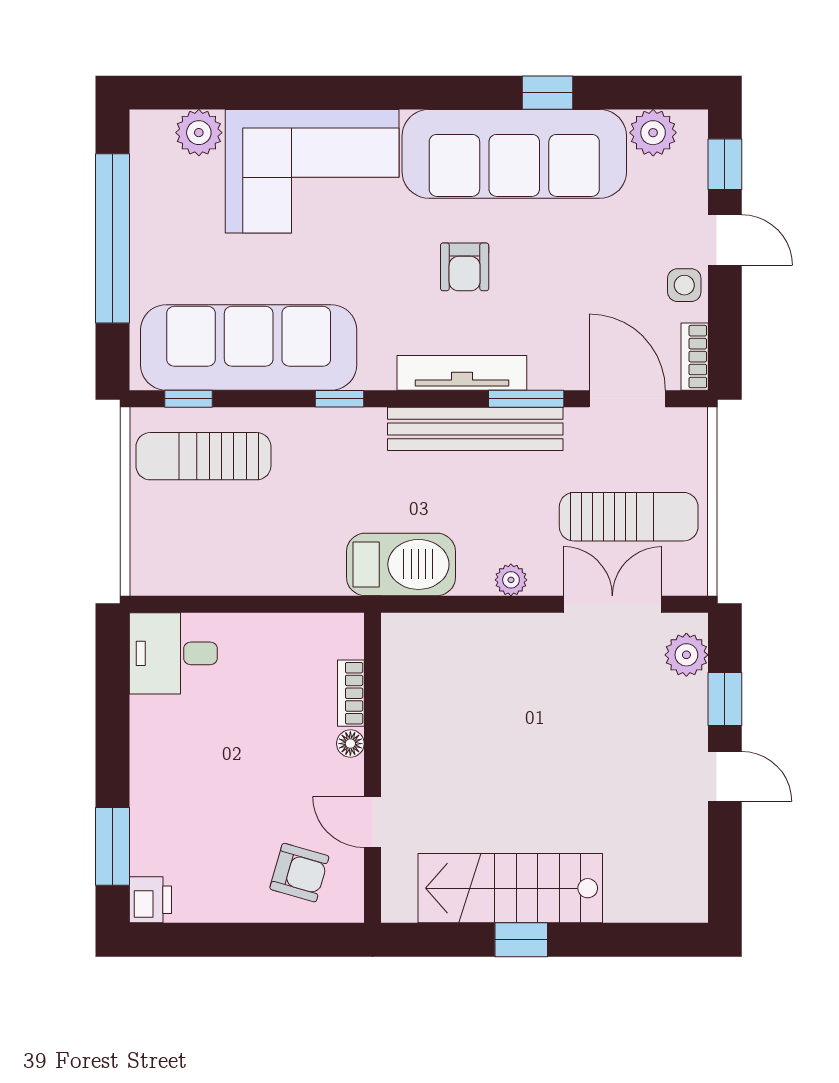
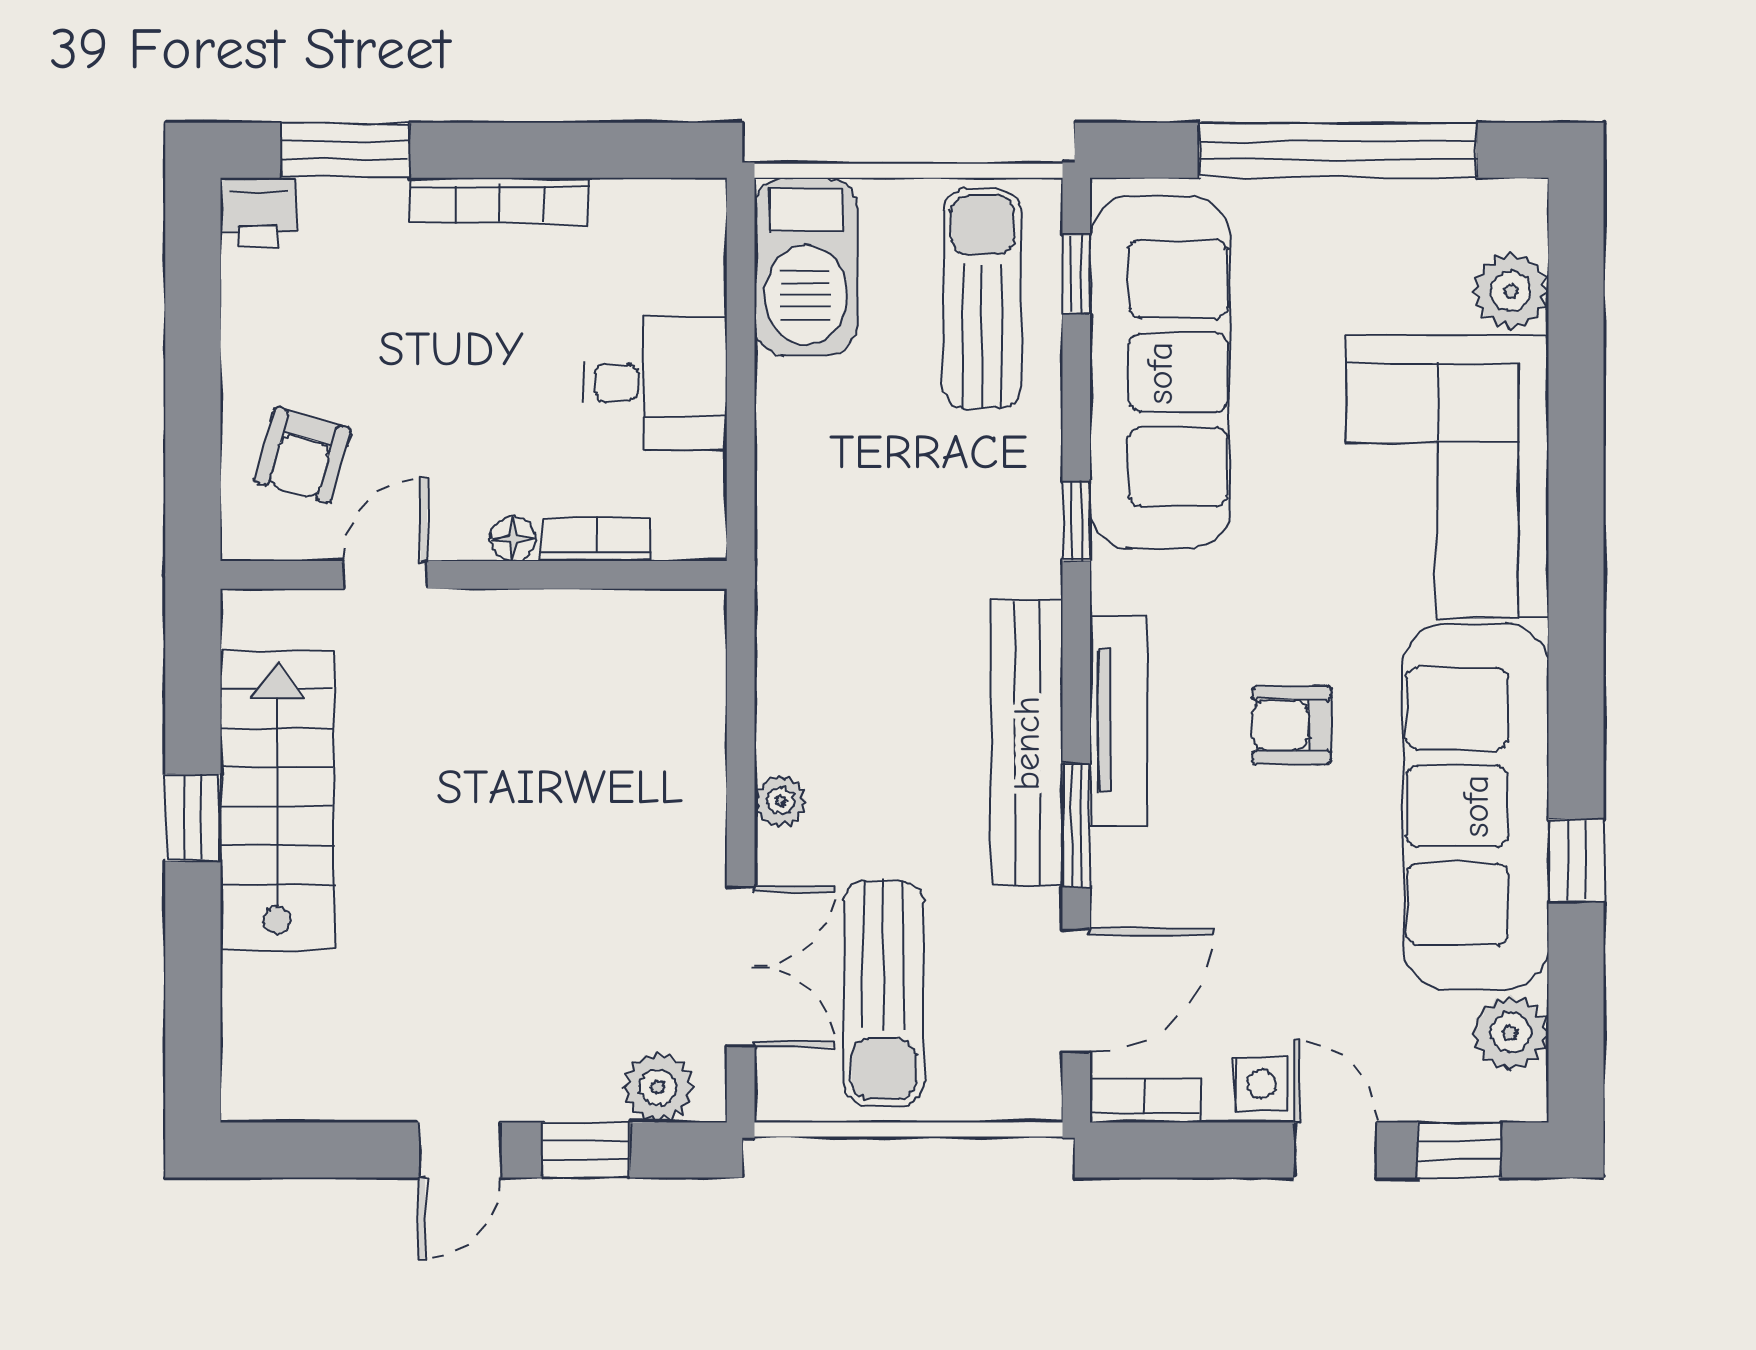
door: (725, 240) -> (1335, 1150), swing flipped
barbecue: (401, 564) -> (806, 267), moved
desk: (173, 653) -> (655, 383), moved, turned 90
bookcase: (143, 752) -> (499, 200), added

